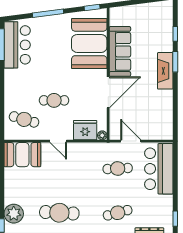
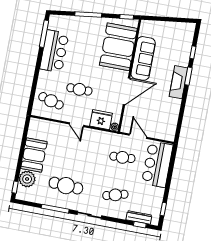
bar counter: (17, 45) -> (54, 51), moved
booth: (22, 155) -> (34, 155), moved, turned 90

